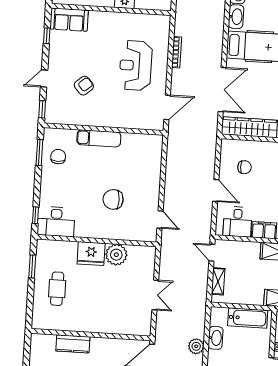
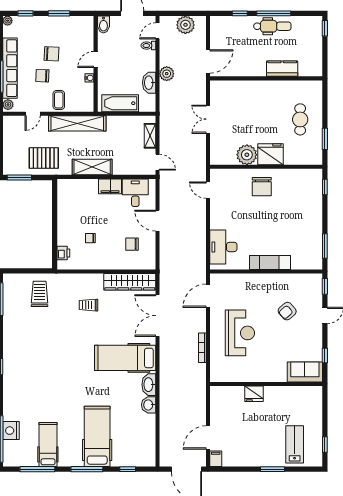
chair: (58, 157) -> (307, 243), removed
chair: (113, 199) -> (262, 187), moved, turned 90
desk: (56, 222) -> (223, 247), moved, turned -90

